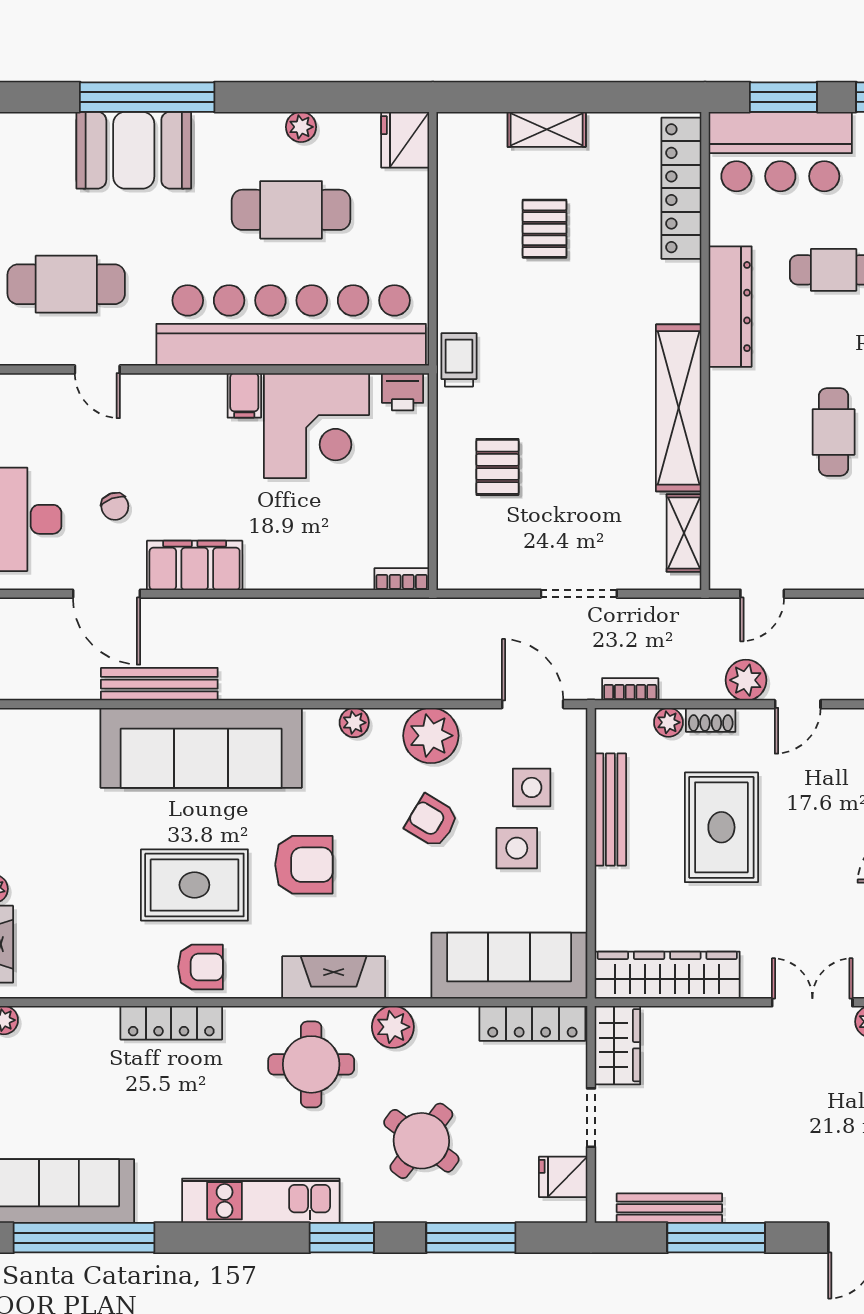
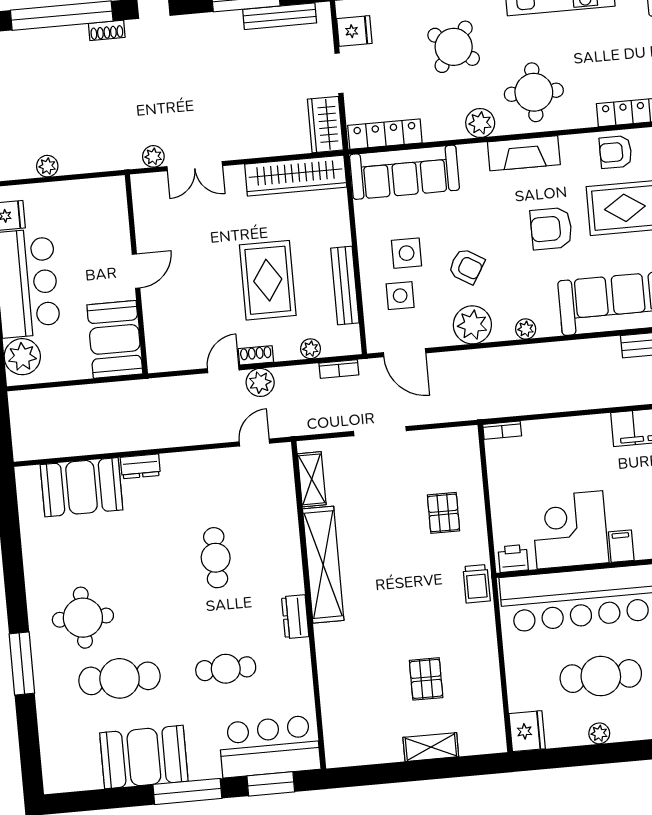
locker: (681, 188) -> (335, 715), removed
dresser: (730, 307) -> (295, 617), width x0.51, depth x0.80
shoe rack: (711, 720) -> (256, 355), moved

